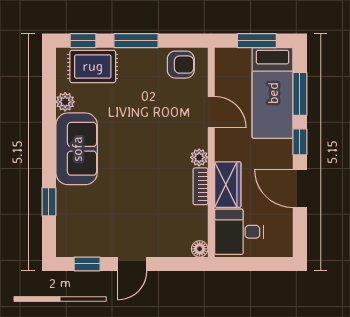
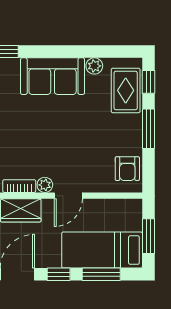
door: (211, 112) -> (68, 196), moved

